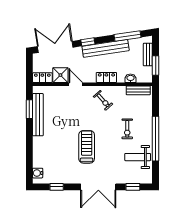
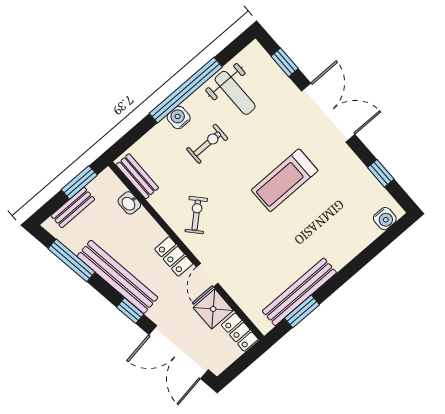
locker: (106, 77) -> (174, 256), moved
water cooler: (147, 127) -> (179, 118), added

